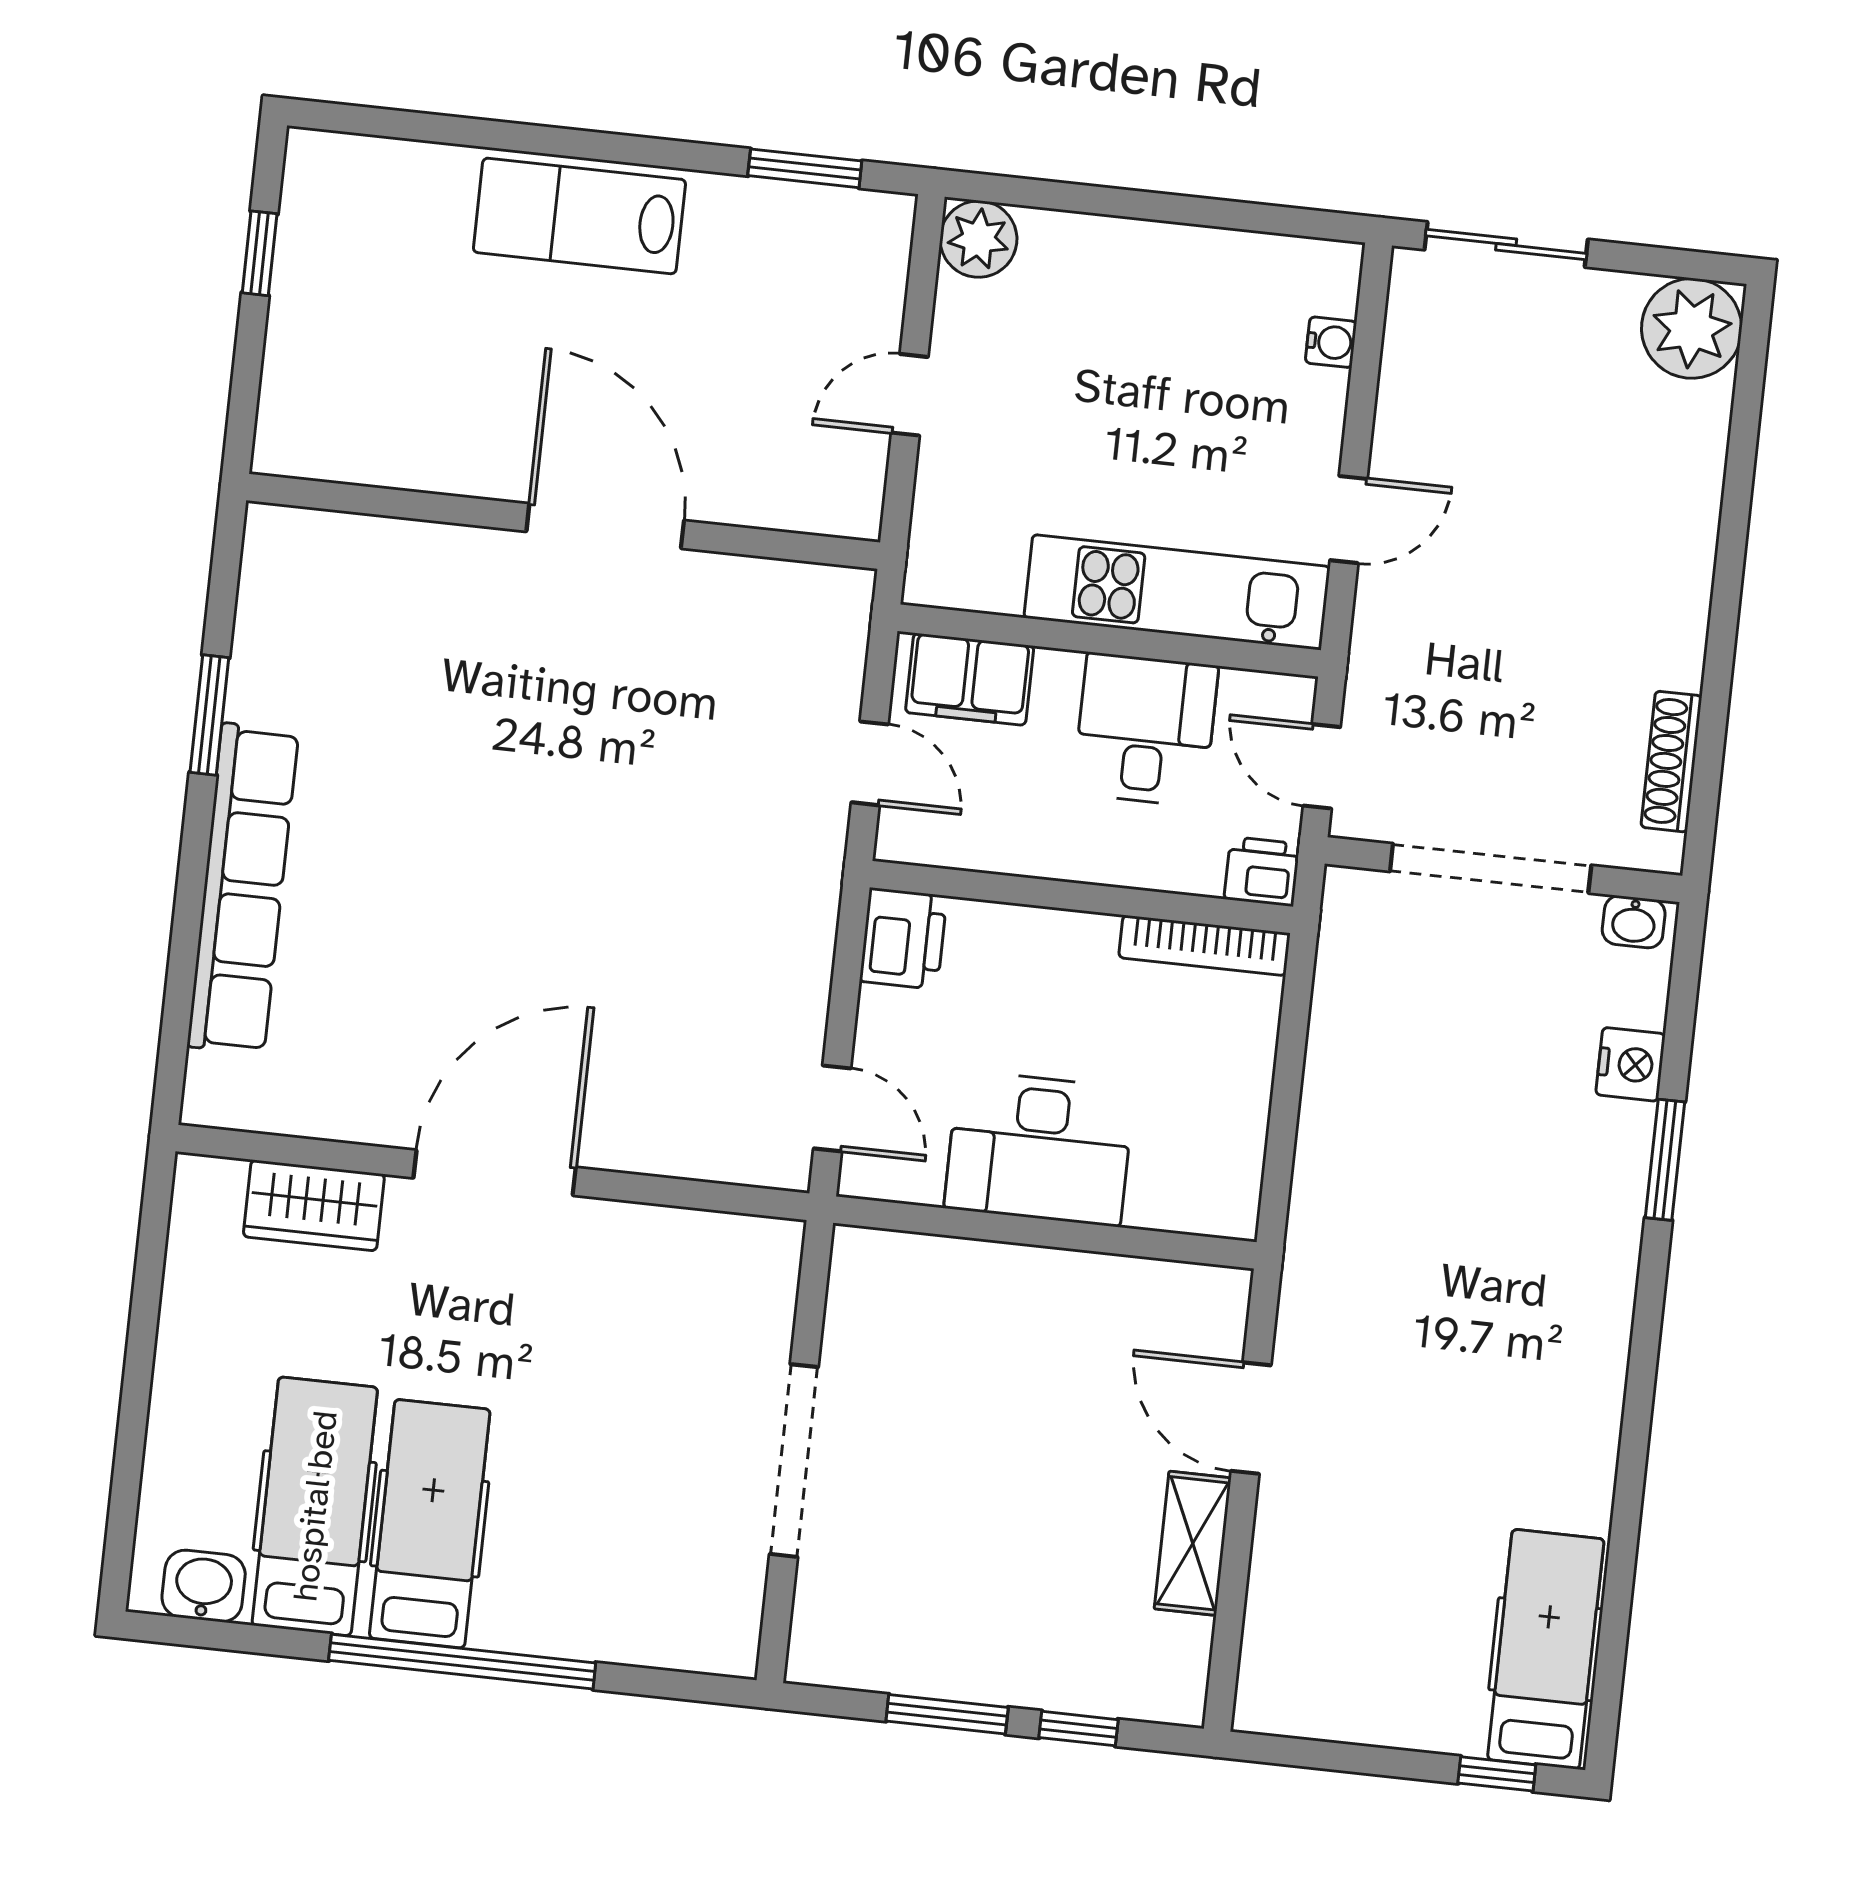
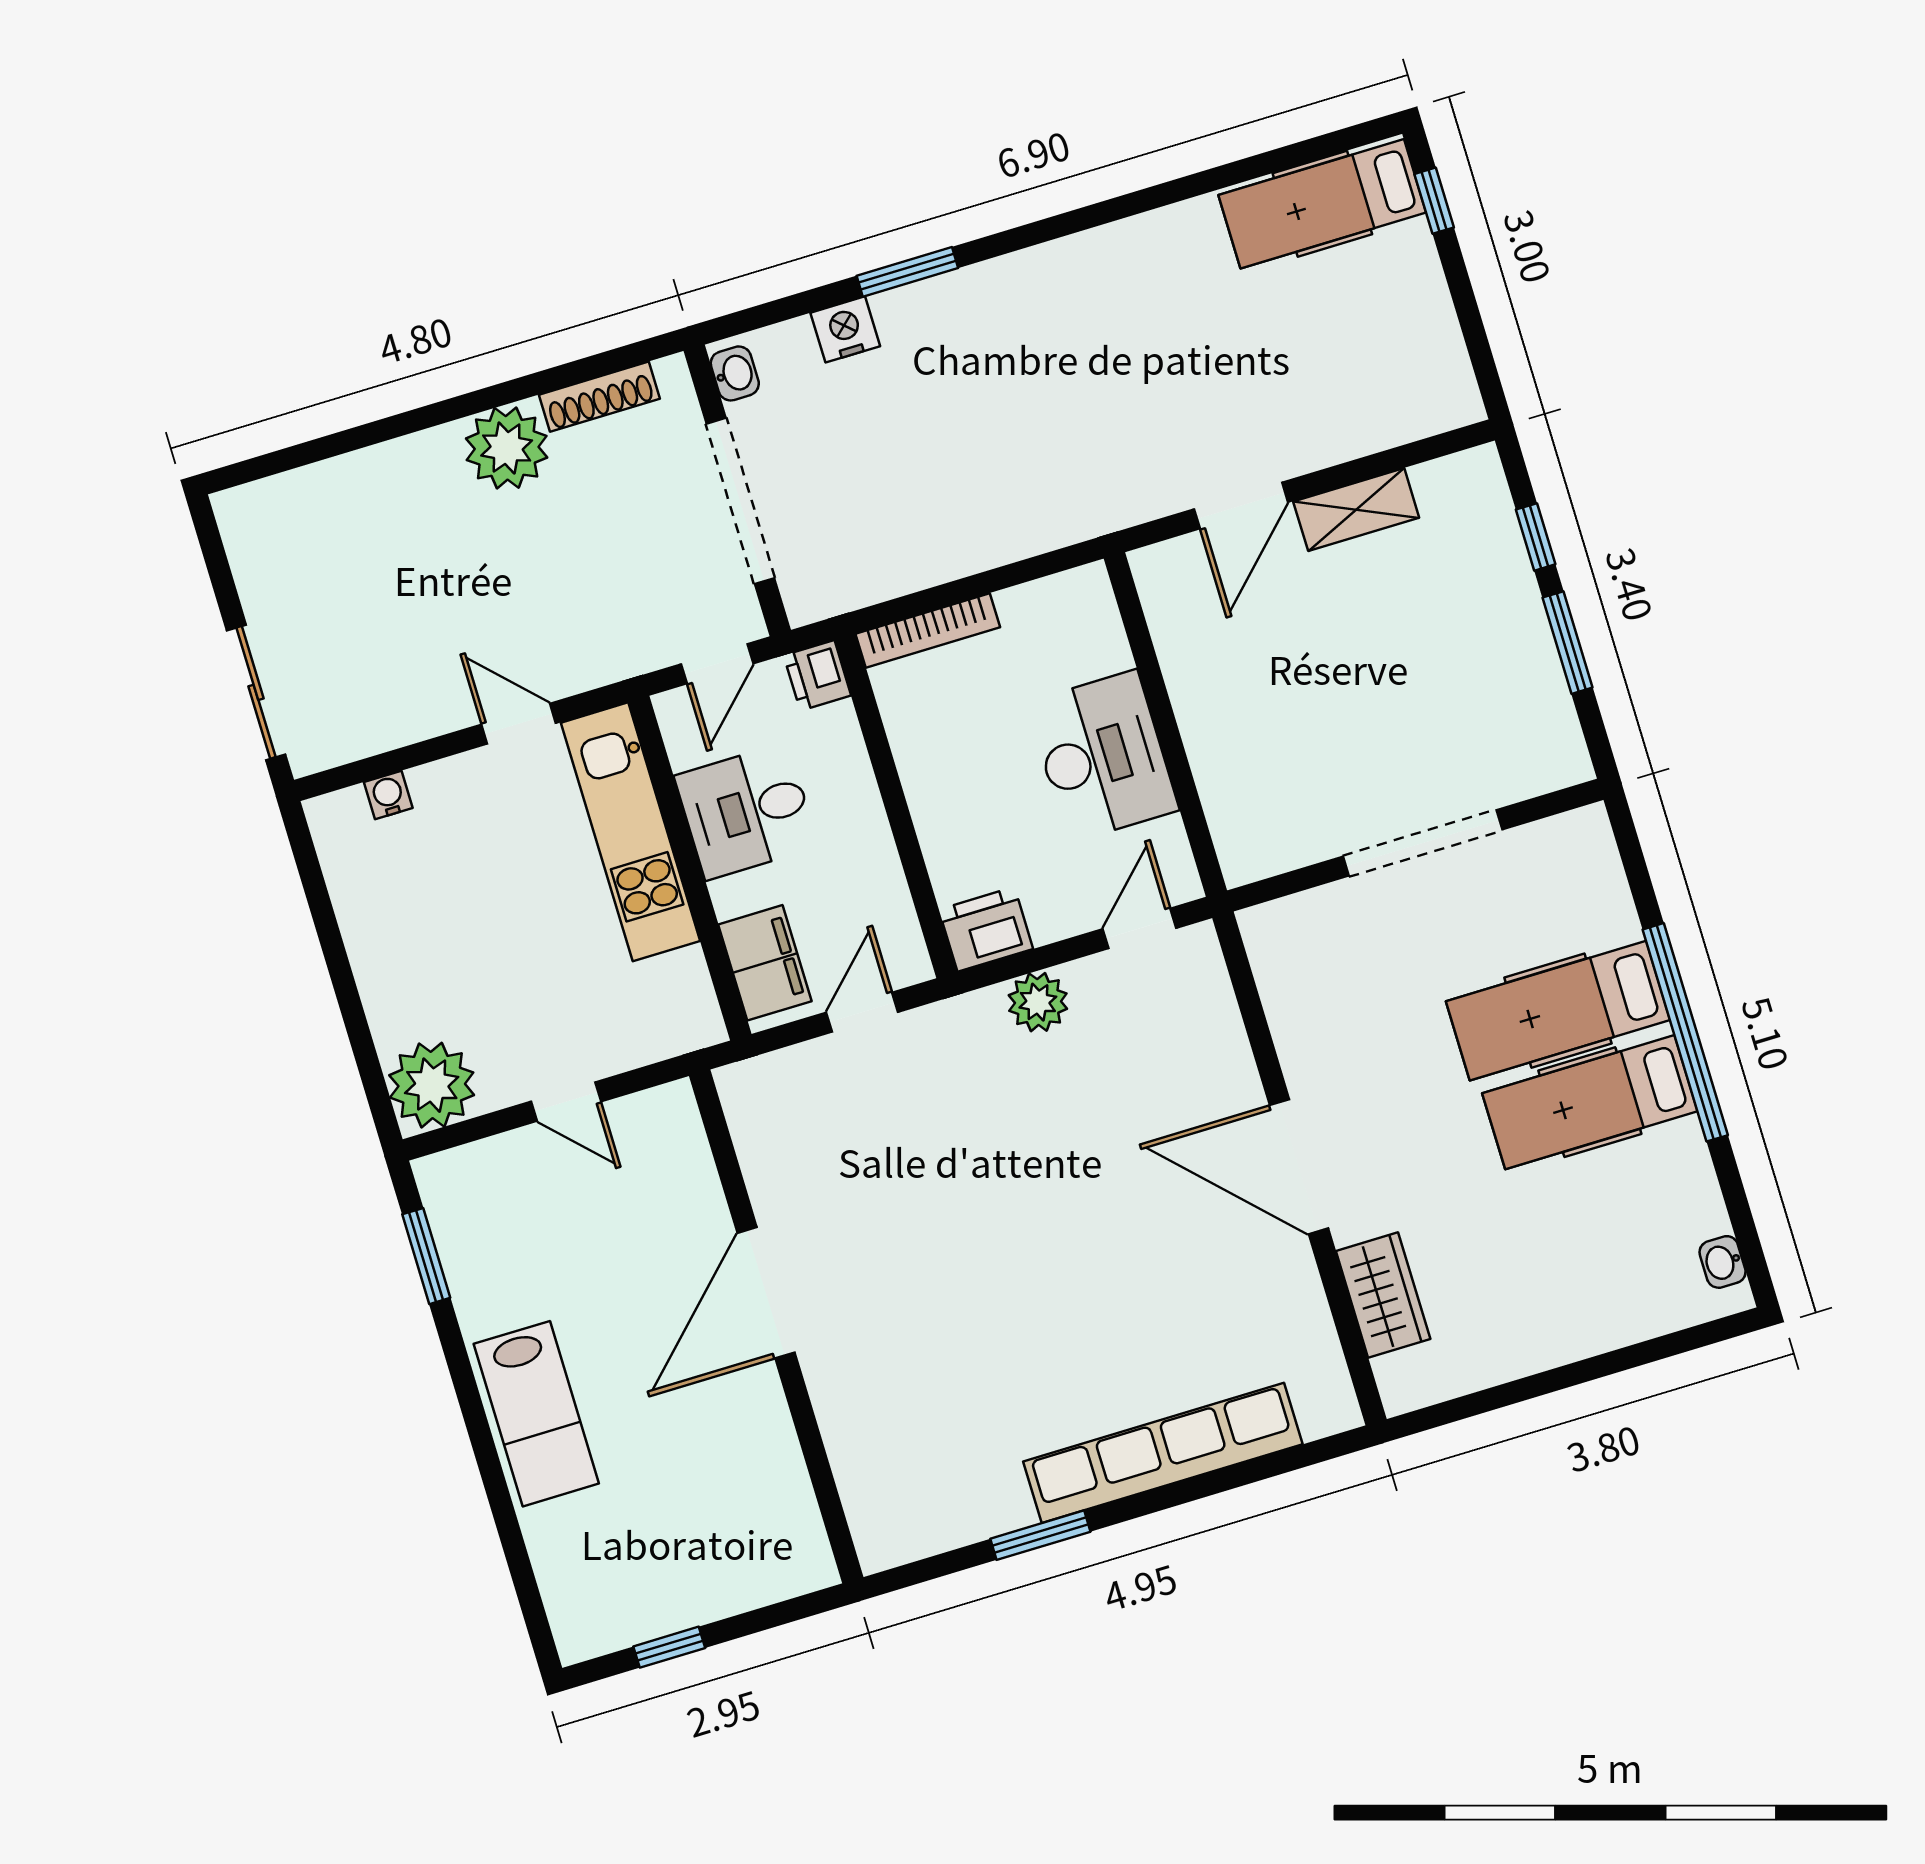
plant: (978, 239) -> (432, 1085), width x1.36, depth x1.36
plant: (1692, 328) -> (507, 448), moved
bookcase: (1205, 945) -> (928, 630), moved, turned 90
plant: (798, 962) -> (1038, 1002), added
hospital bed: (315, 1506) -> (1558, 1011), moved
washbasin: (204, 1586) -> (1723, 1262), width x0.72, depth x0.69

